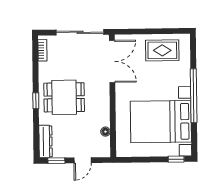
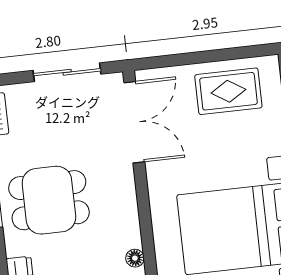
sliding door: (80, 32) -> (67, 72), width x0.73

